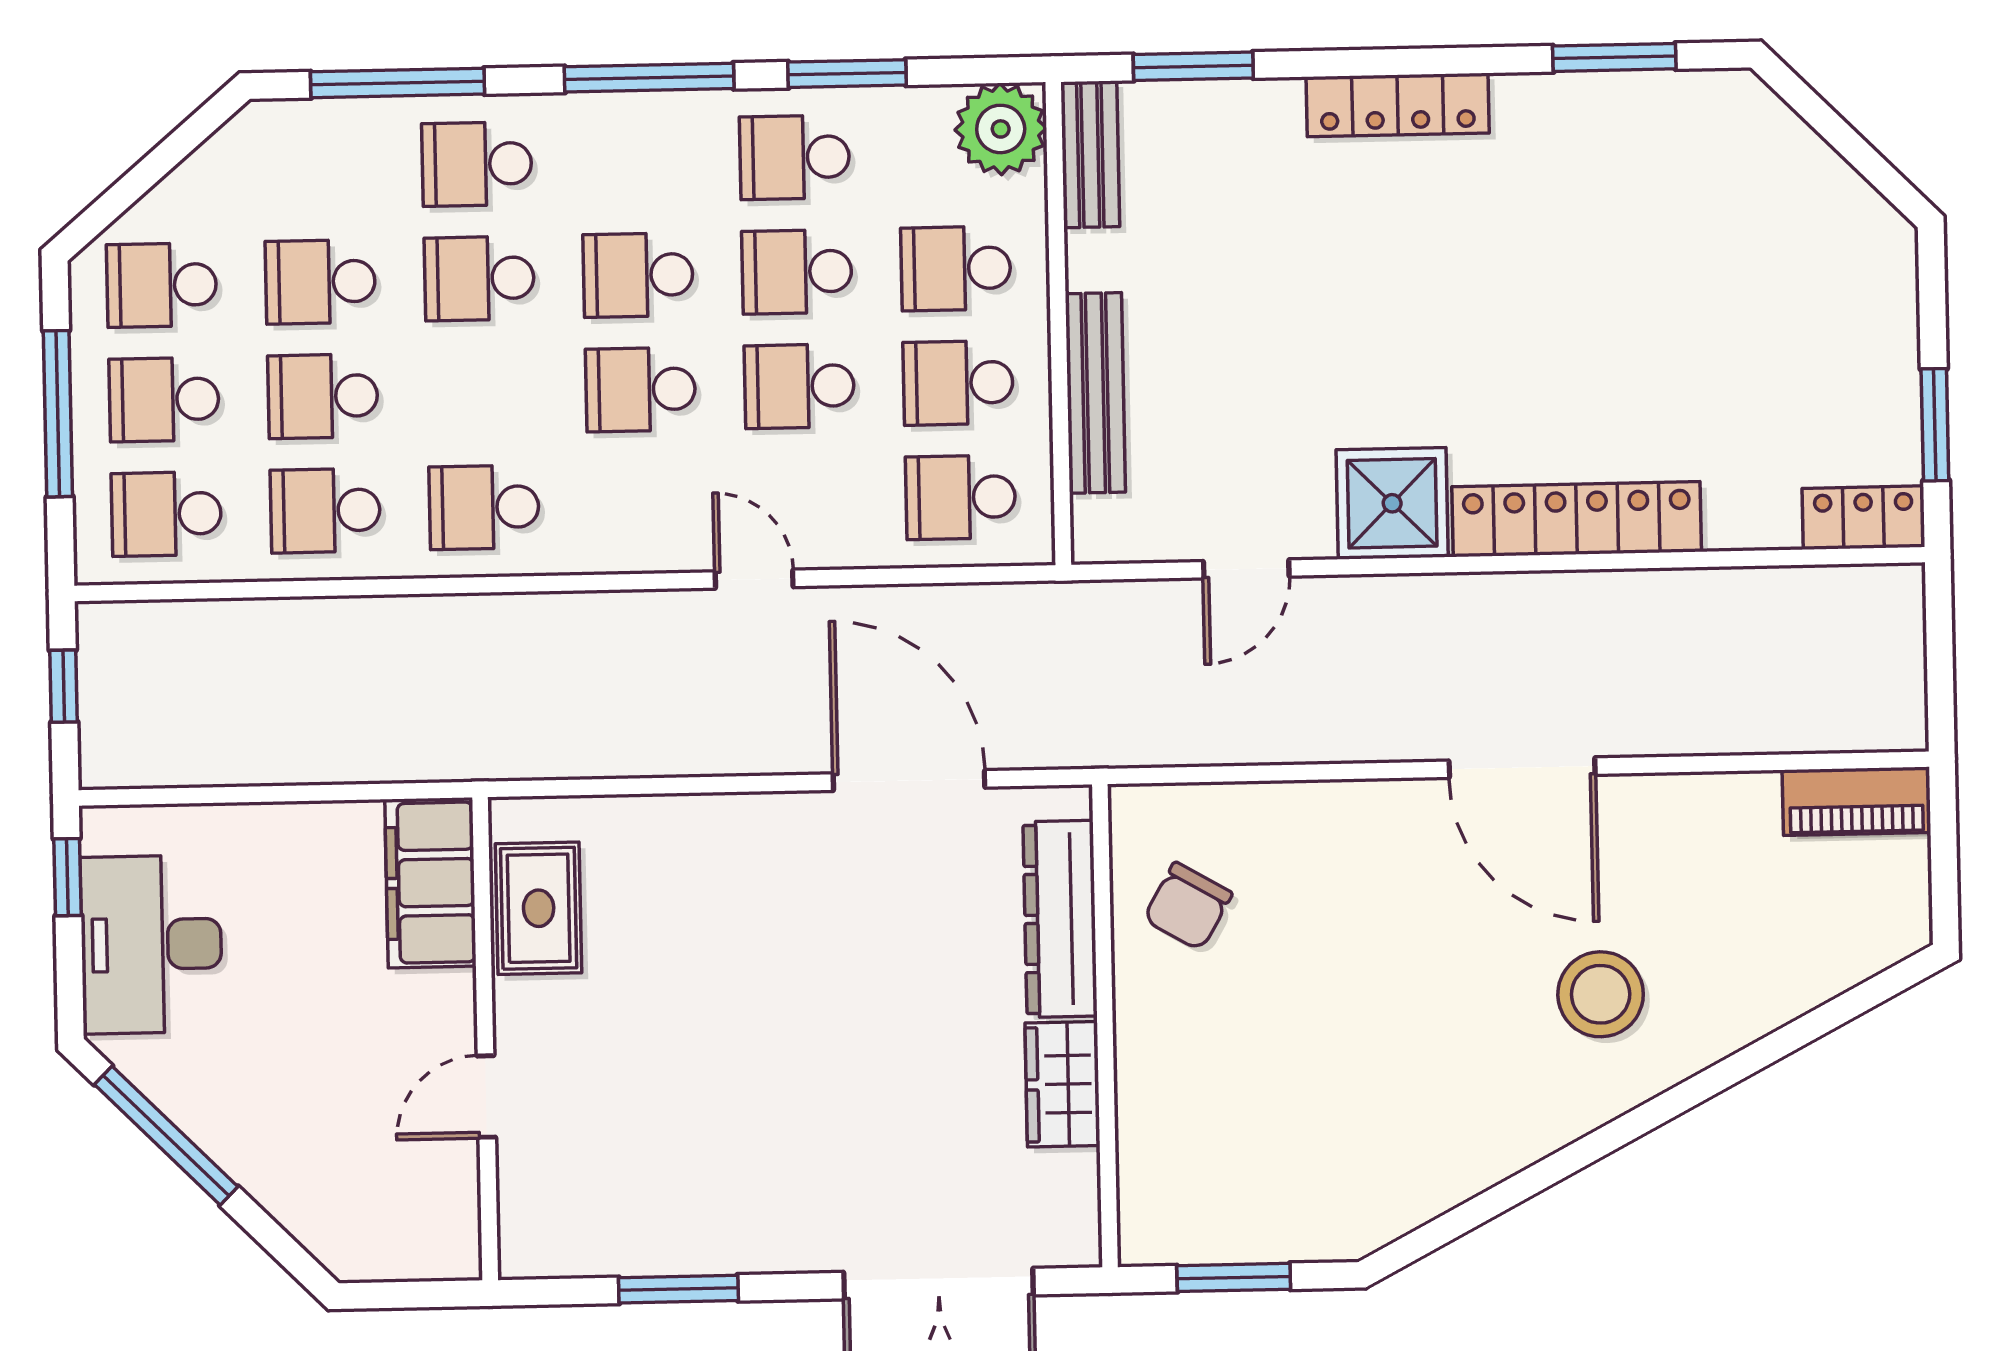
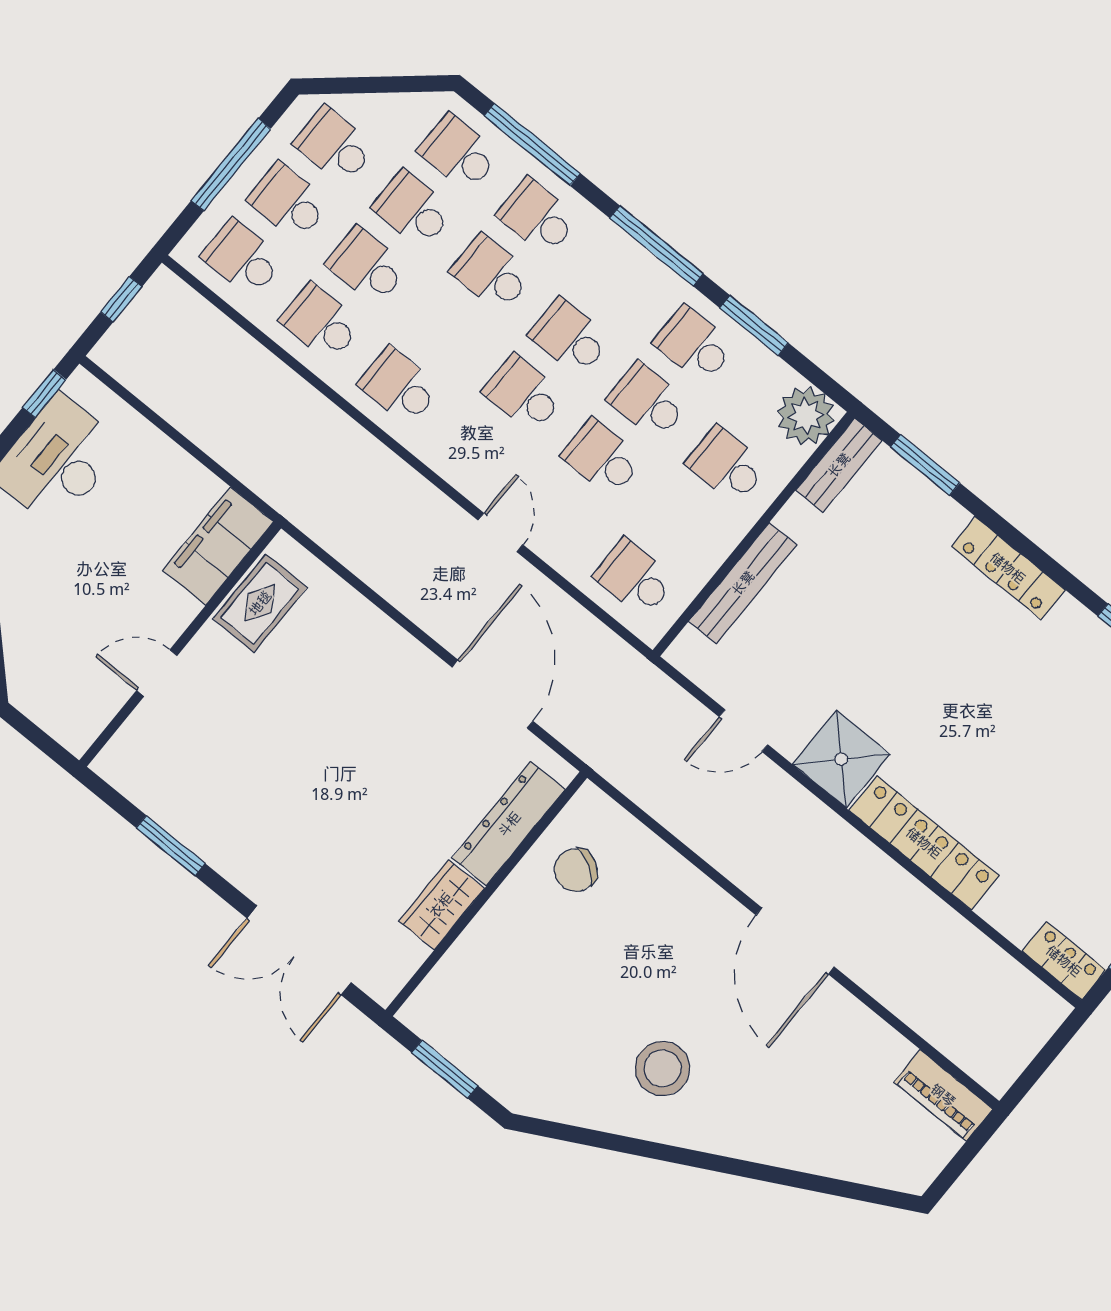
school desk: (958, 383) -> (459, 153), moved
stool: (1601, 994) -> (662, 1068), moved

